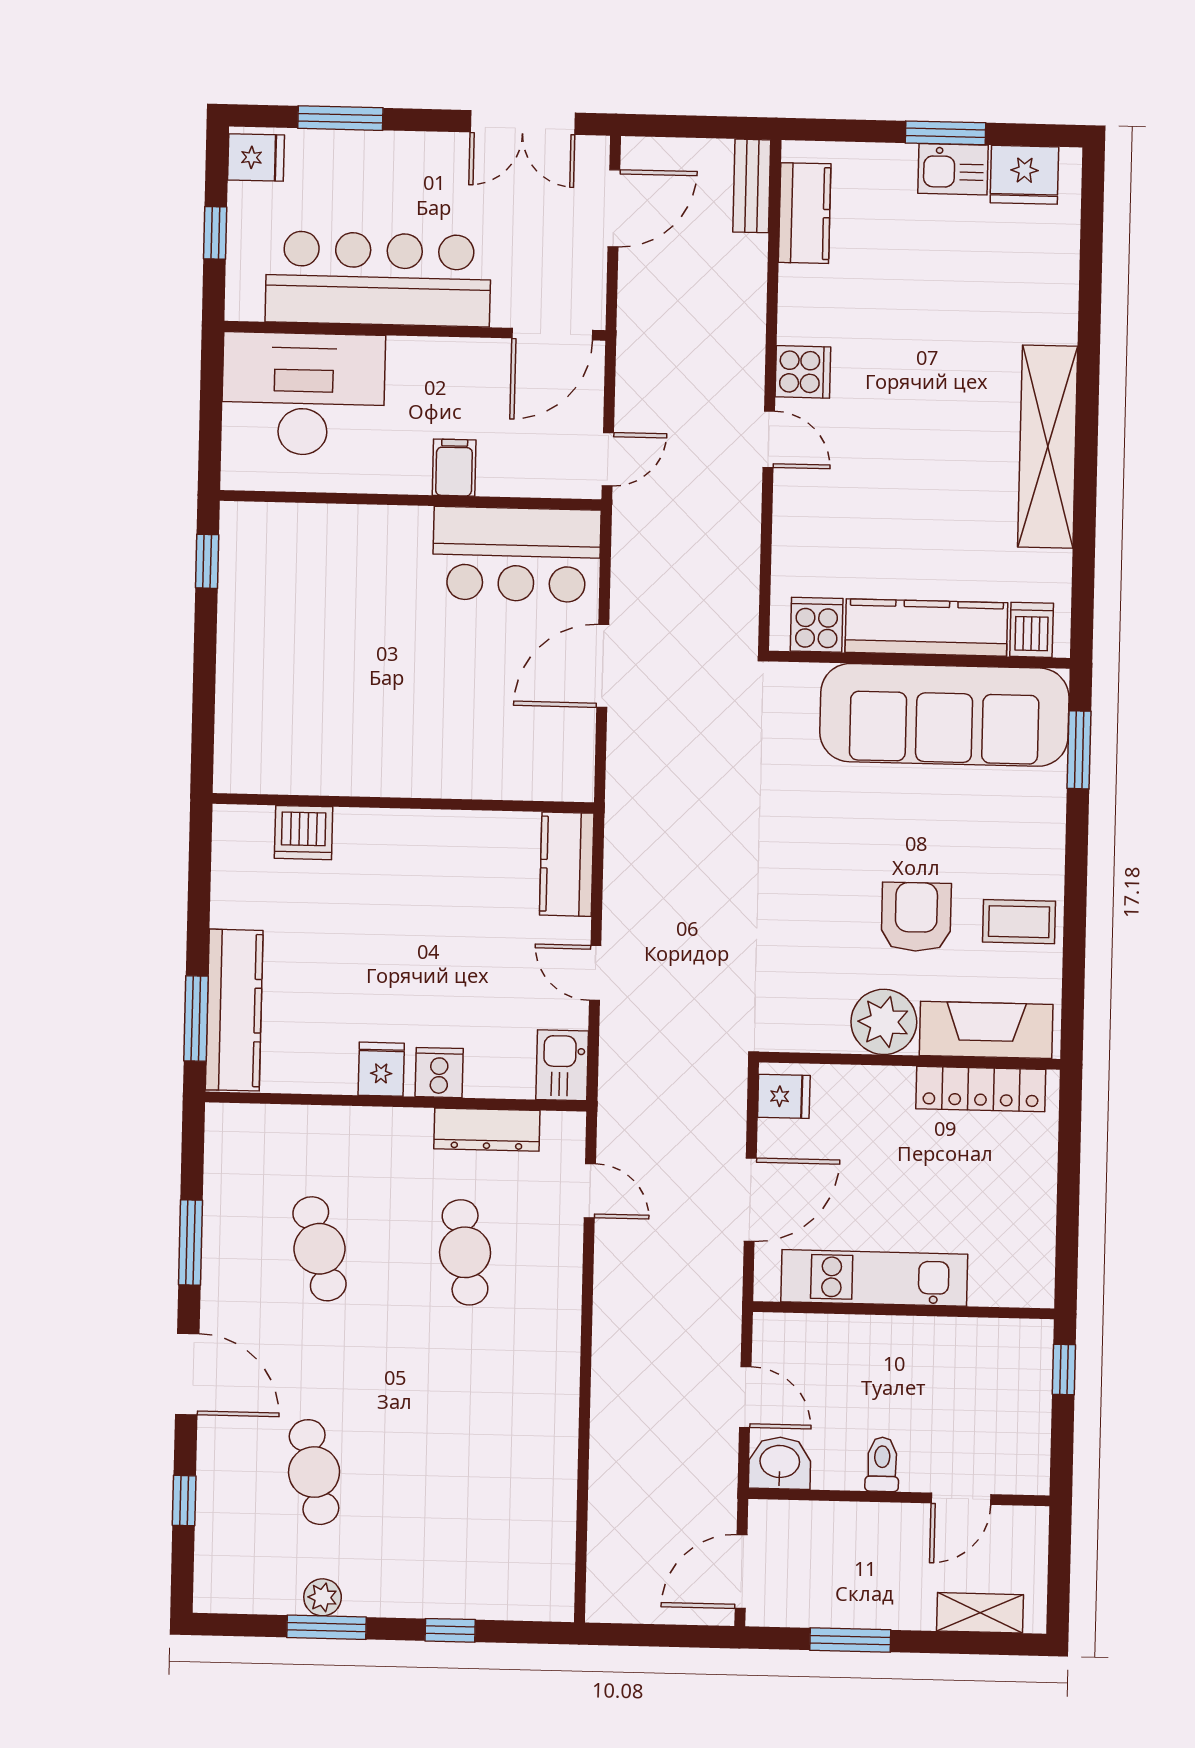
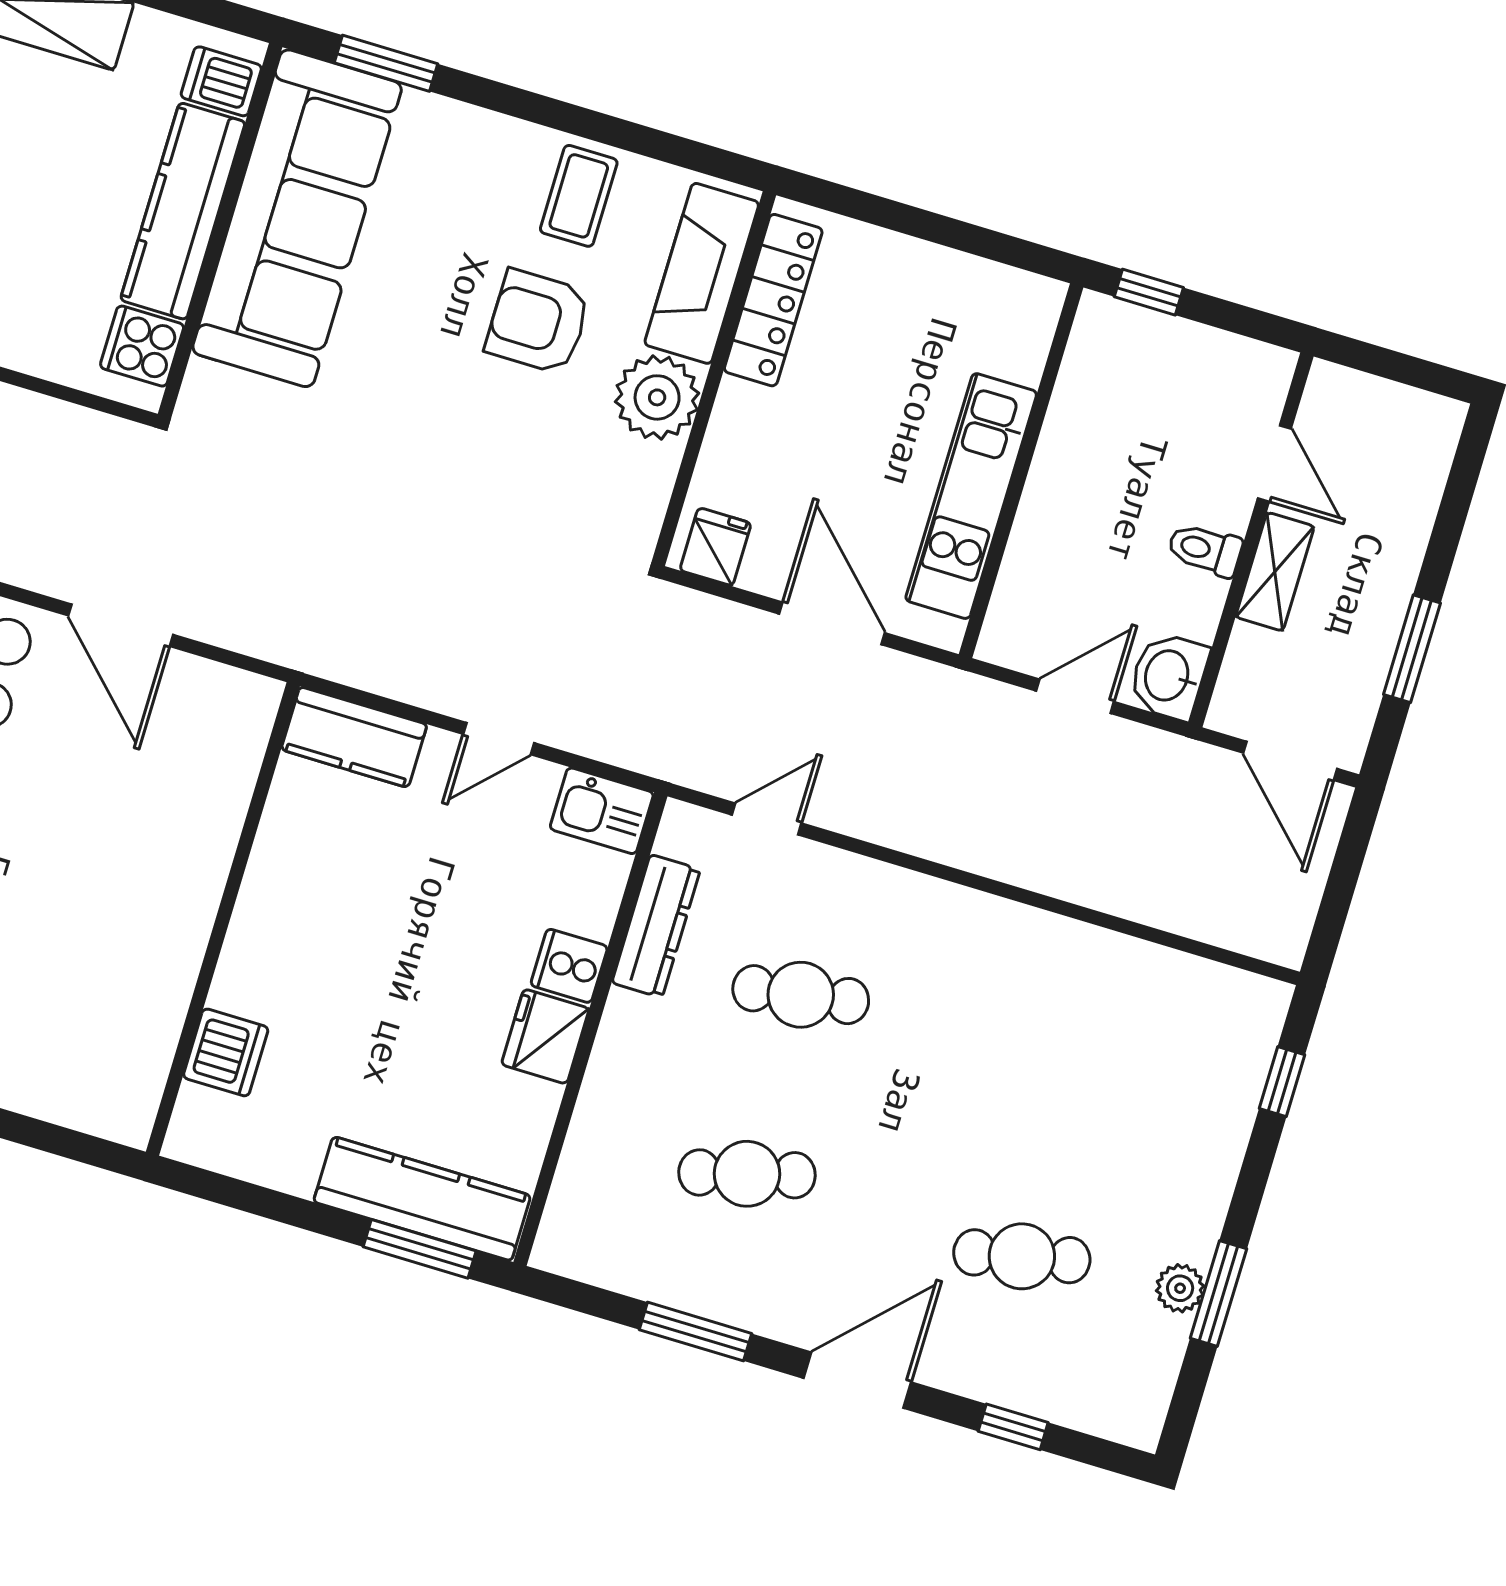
fridge: (381, 1069) -> (545, 1036), width x1.38
shelving: (980, 1613) -> (1275, 572), moved
window: (450, 1630) -> (1282, 1082), moved

